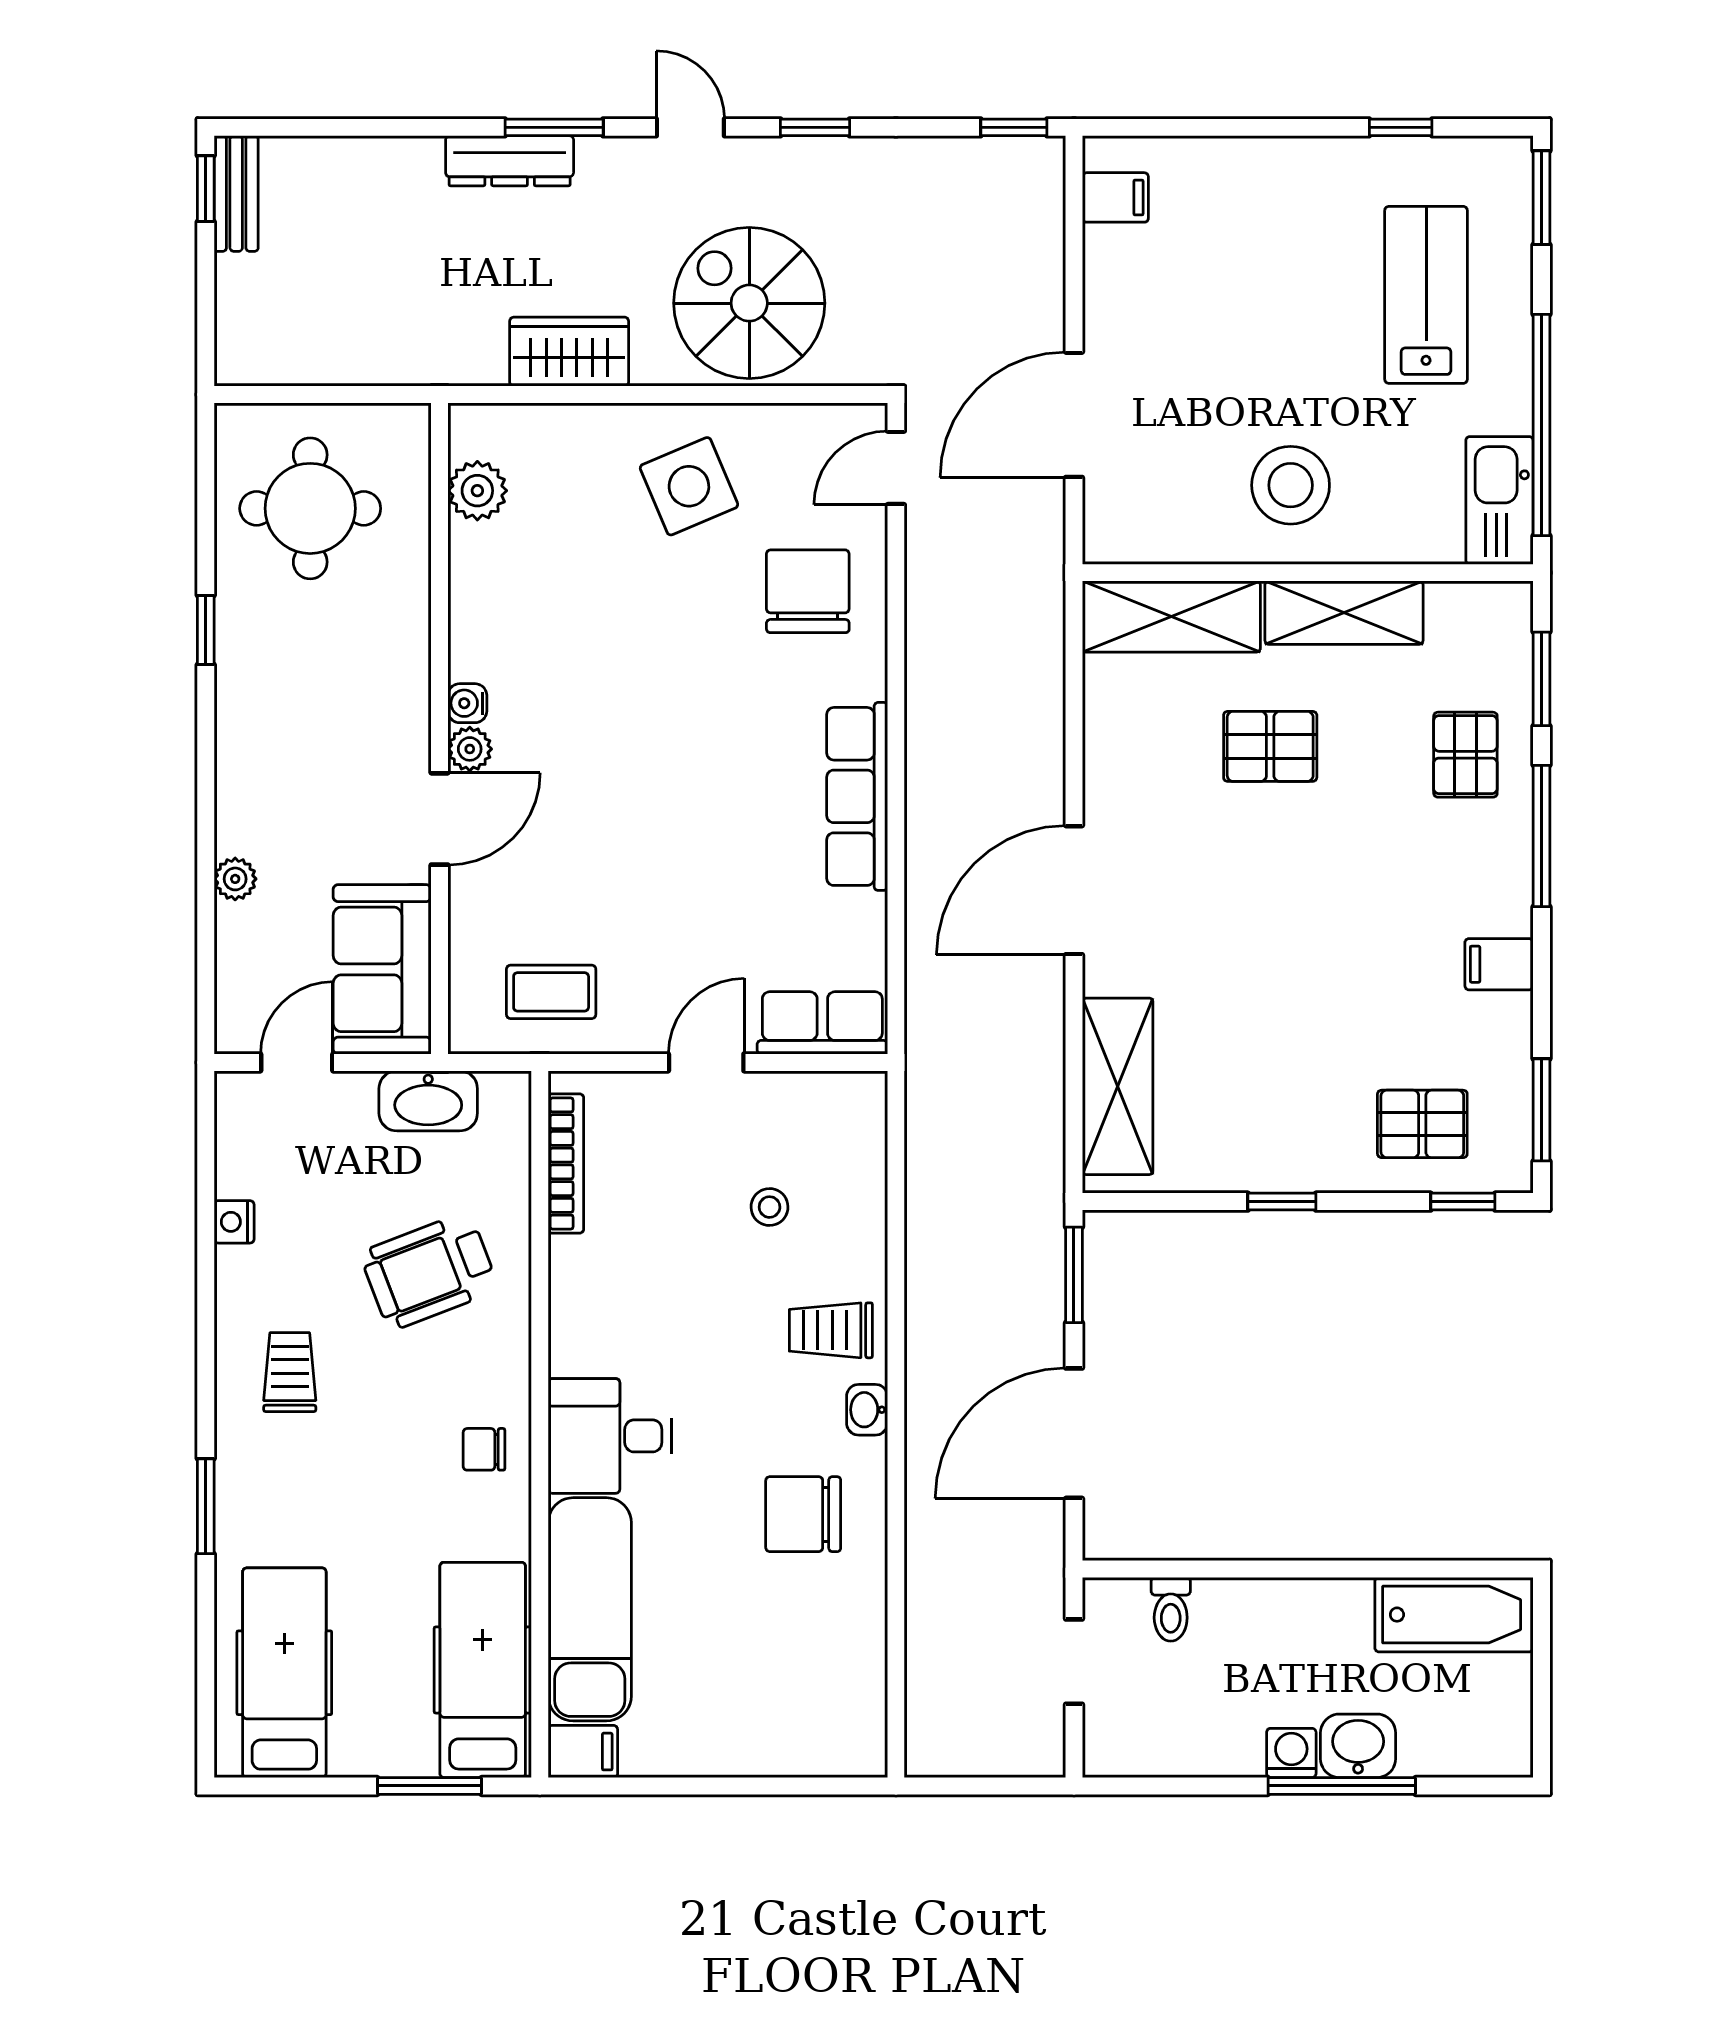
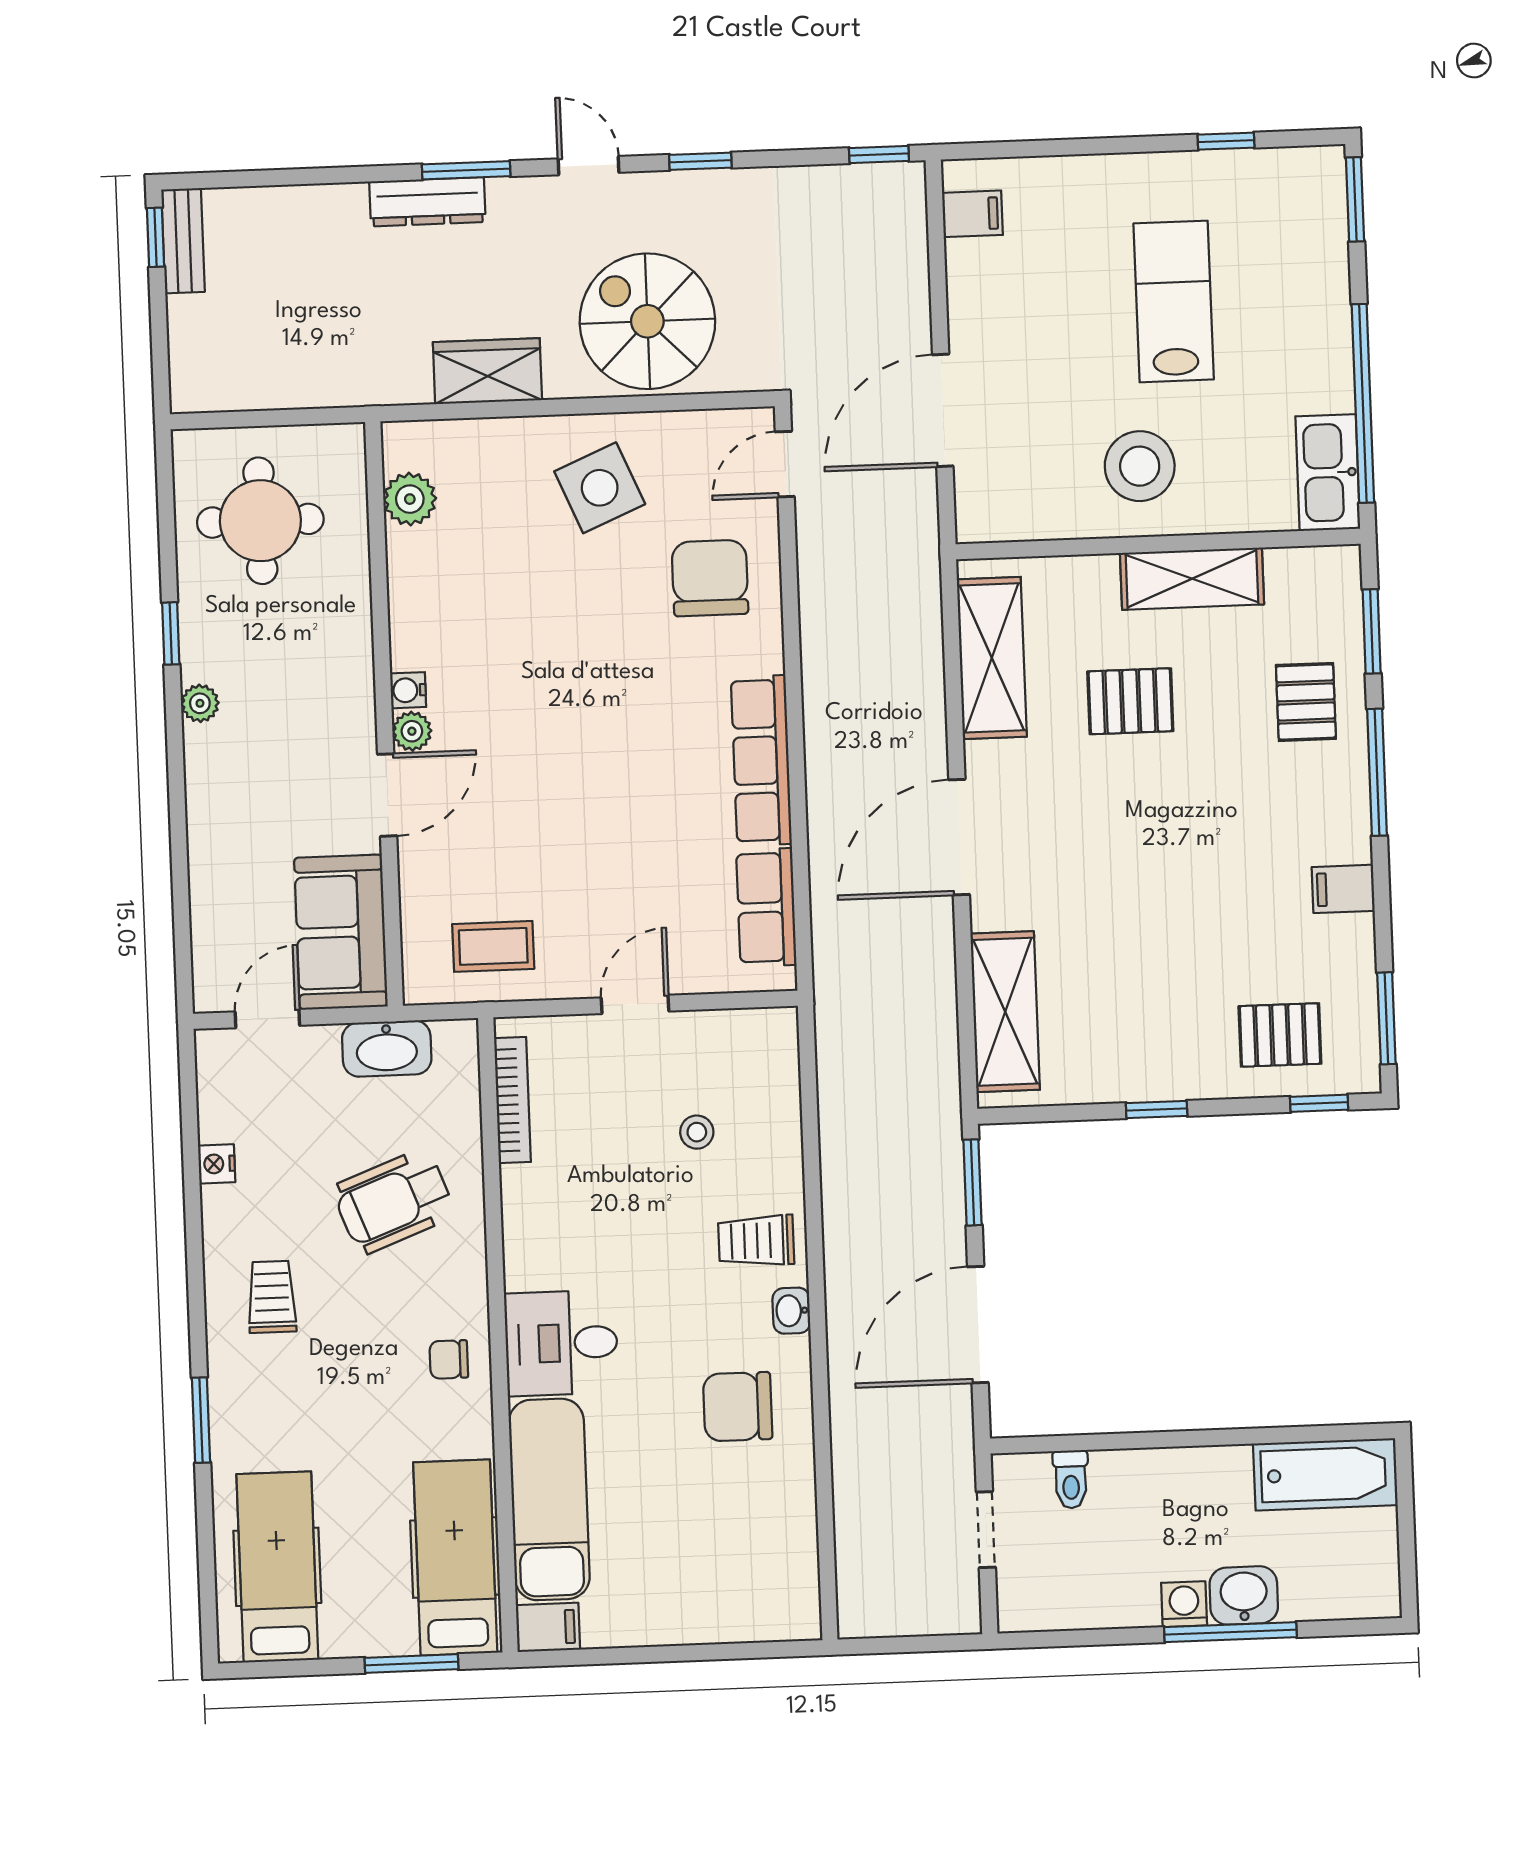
lab bench: (1426, 295) -> (1174, 301), moved
shelving: (1171, 617) -> (992, 658), moved, turned 90
plant: (235, 879) -> (200, 703), moved
row of seats: (822, 1023) -> (766, 907), moved, turned -90

